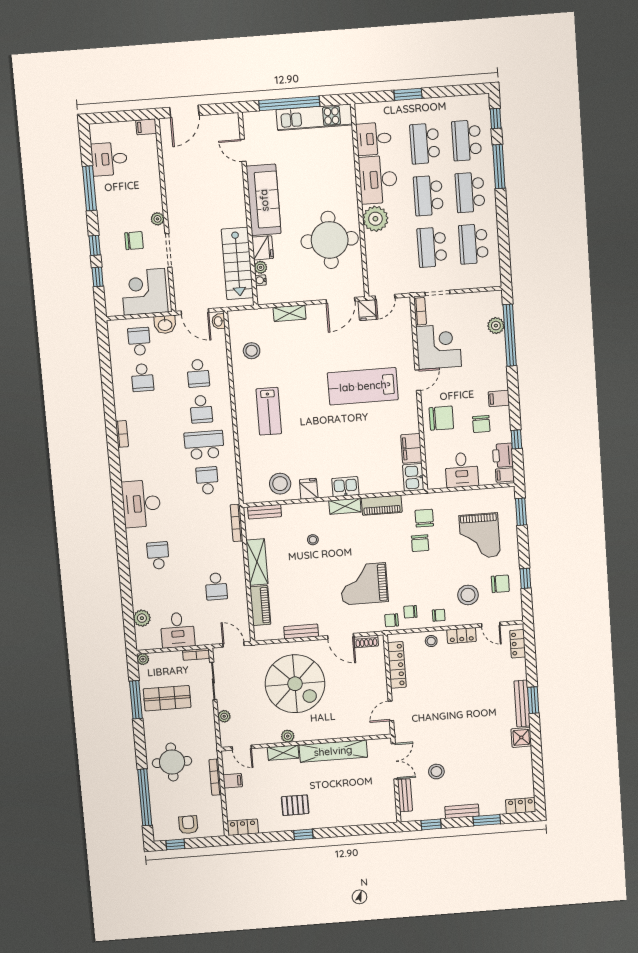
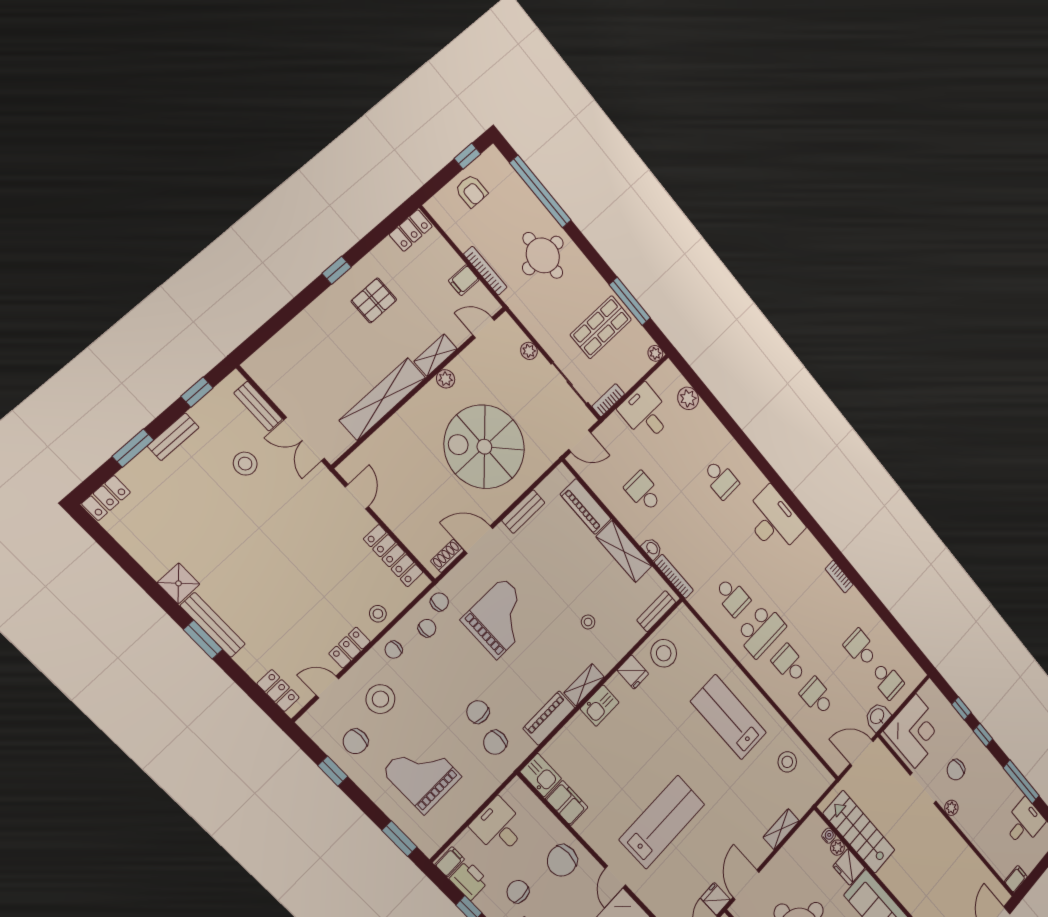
washbasin: (219, 321) -> (652, 548), moved
lab bench: (269, 411) -> (729, 717), width x1.36, depth x1.39
chair: (424, 518) -> (495, 742), turned 90

